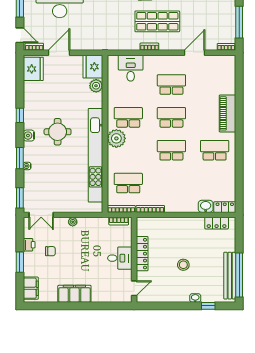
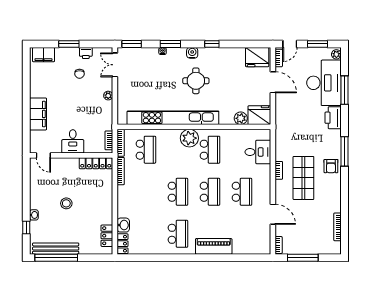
locker: (142, 254) -> (96, 163), moved
filing cabinet: (74, 294) -> (38, 114), moved

